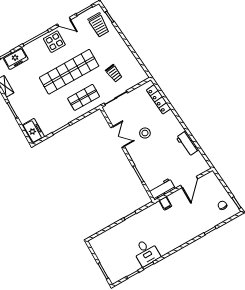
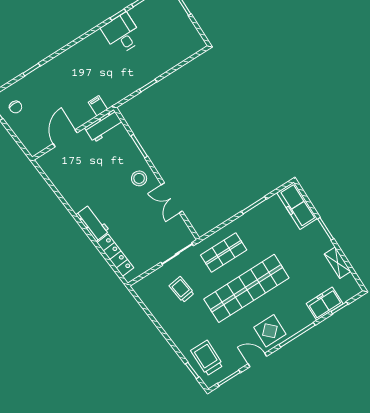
freezer: (33, 131) -> (297, 206), width x1.40
stool: (145, 133) -> (139, 178), moved
workbench: (187, 144) -> (93, 223), moved

